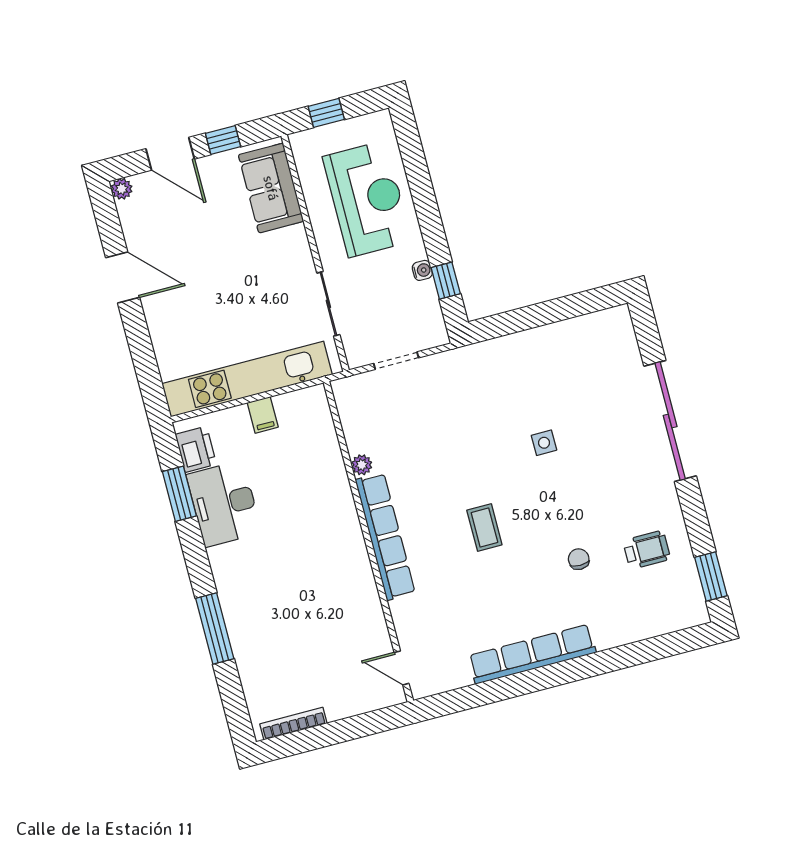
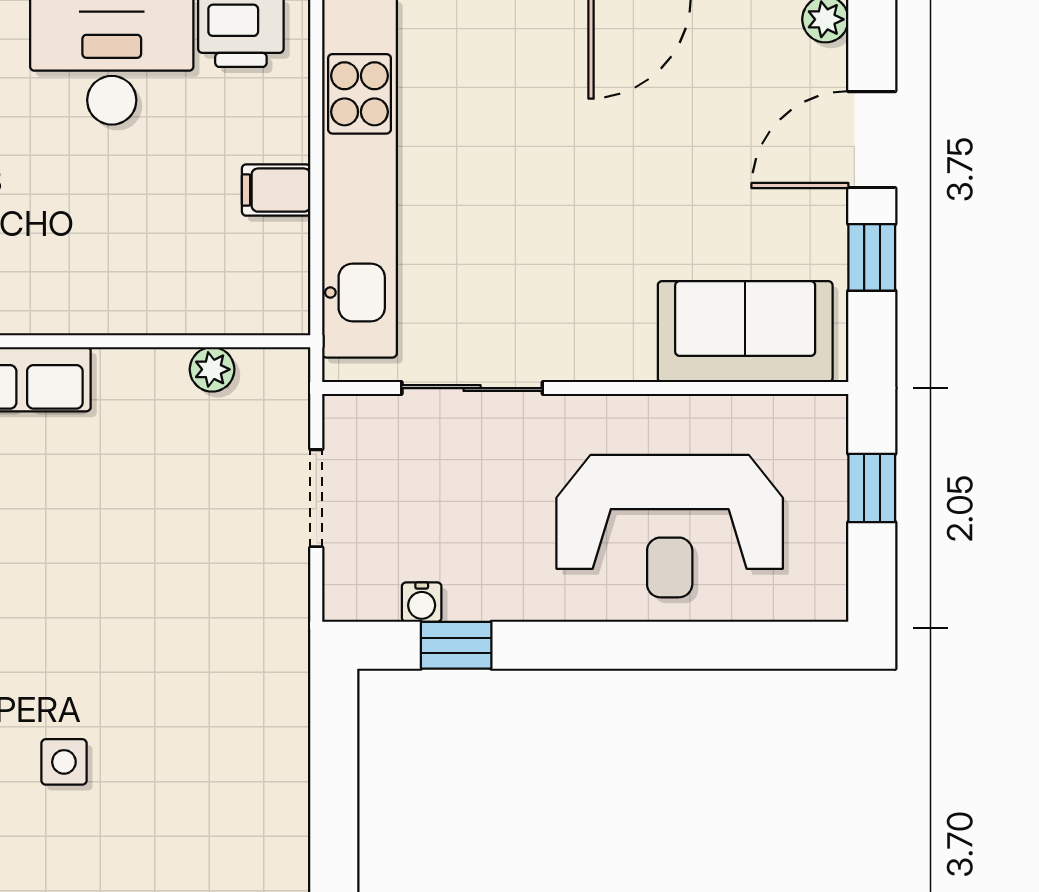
water cooler: (422, 270) -> (422, 602), moved
plant: (362, 465) -> (212, 369), moved

